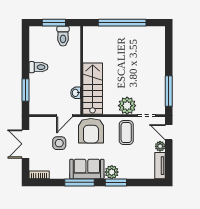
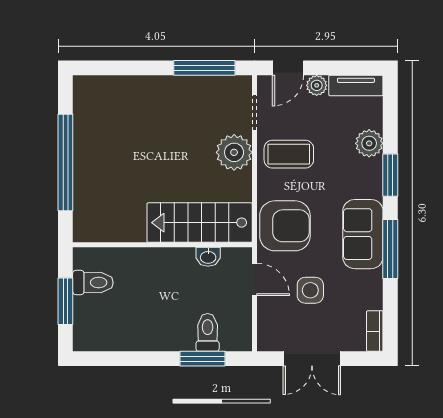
toilet: (38, 67) -> (208, 332), moved
plant: (112, 172) -> (369, 143), moved

